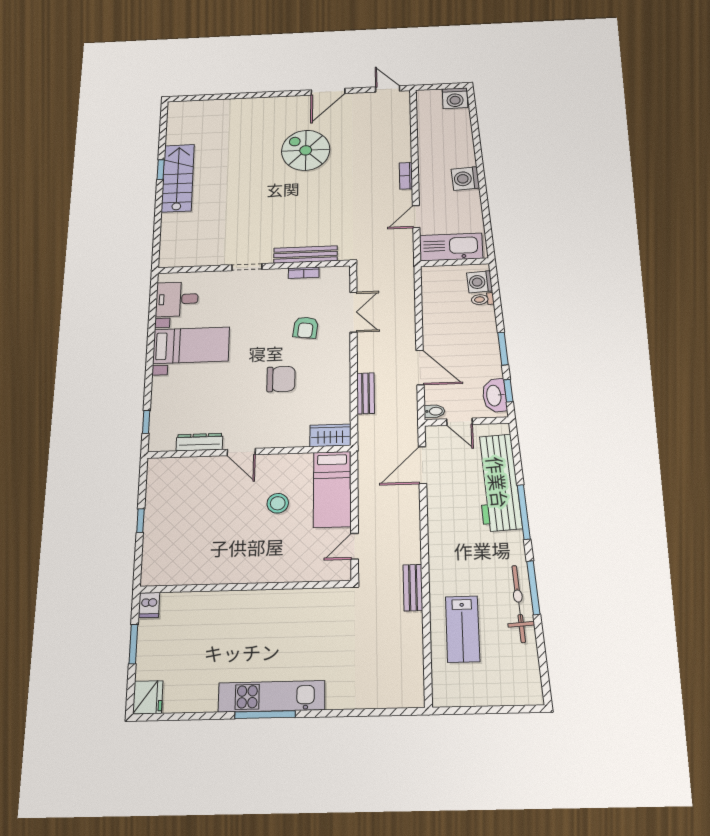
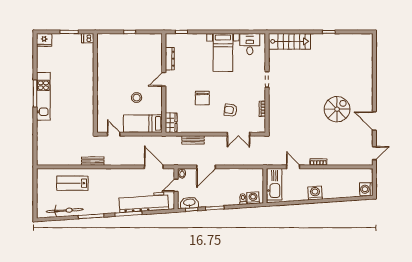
stairs: (178, 178) -> (289, 41), moved
bench: (306, 254) -> (273, 110), removed
bicycle: (519, 604) -> (65, 210), moved

